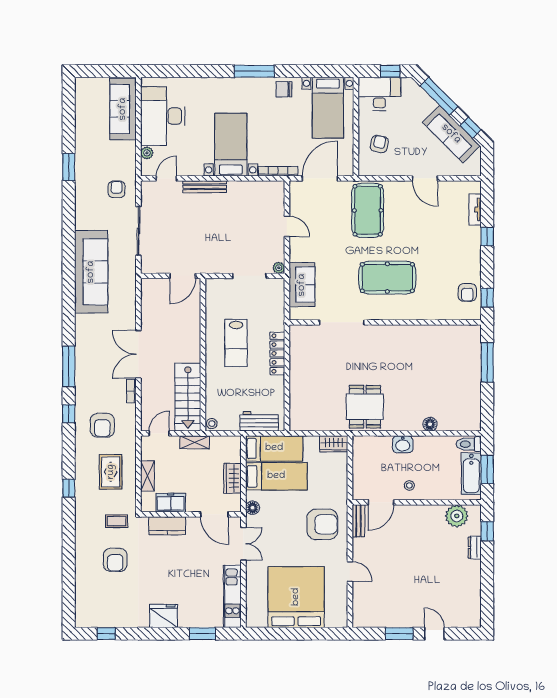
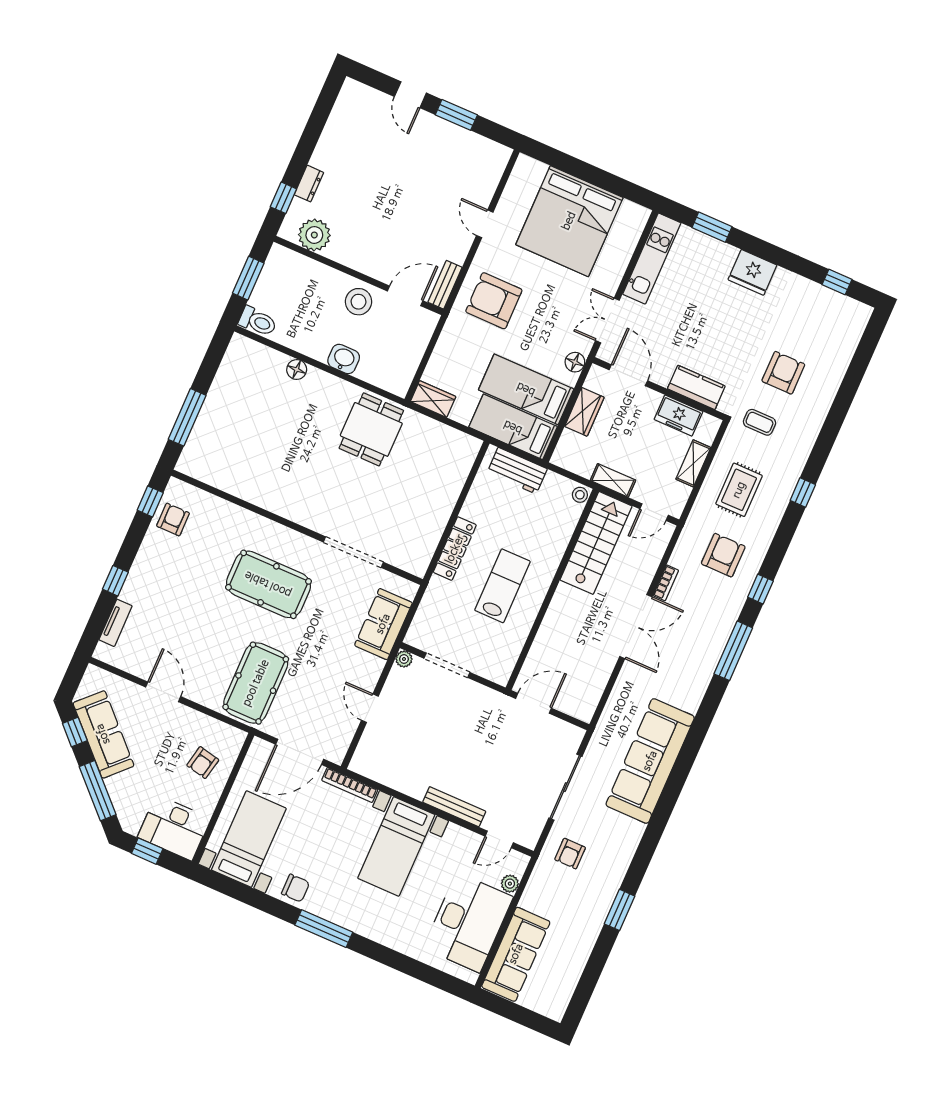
bathtub: (471, 474) -> (271, 282), removed
stool: (409, 485) -> (358, 302), width x1.89, depth x1.89

